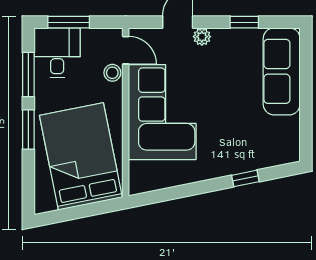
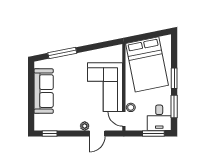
window: (244, 22) -> (50, 134), moved
sofa: (282, 71) -> (44, 91), moved
window: (245, 178) -> (62, 53), width x2.17

